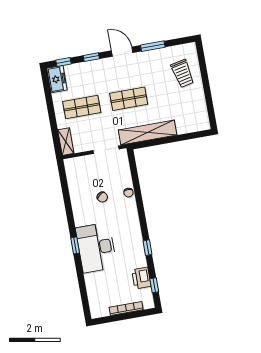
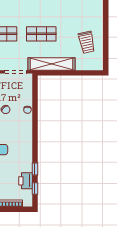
trolley: (183, 73) -> (87, 42), moved
window: (148, 248) -> (35, 169), moved

